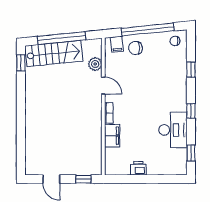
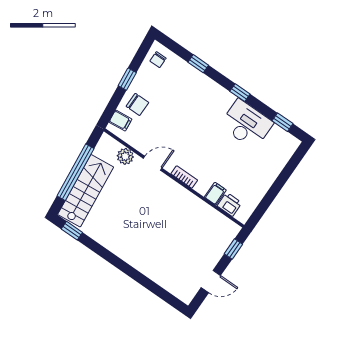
window: (148, 29) -> (127, 79), width x0.32
chair: (135, 48) -> (137, 104), turned -89
filing cabinet: (112, 136) -> (215, 194), width x0.50
printer: (138, 168) -> (229, 204), moved, turned 90

